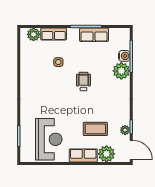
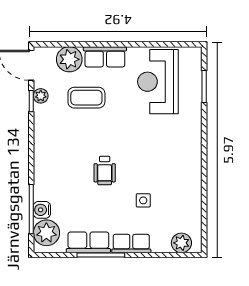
row of seats: (54, 34) -> (131, 244), moved
plant: (121, 71) -> (46, 233), moved

